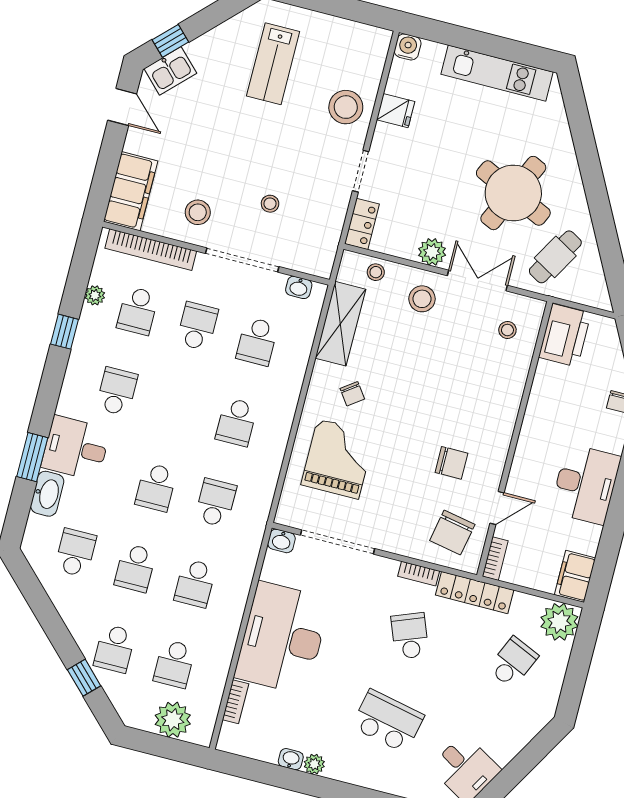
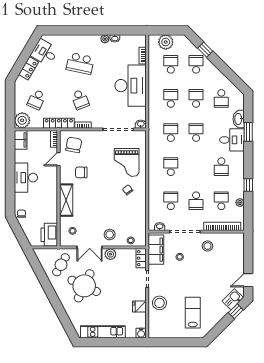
door: (122, 107) -> (248, 280), hinge flipped
filing cabinet: (131, 191) -> (156, 250), moved, turned 180
shelving: (340, 324) -> (66, 200), moved
school desk: (216, 503) -> (171, 133), turned 180
locker: (513, 741) -> (29, 68), added

